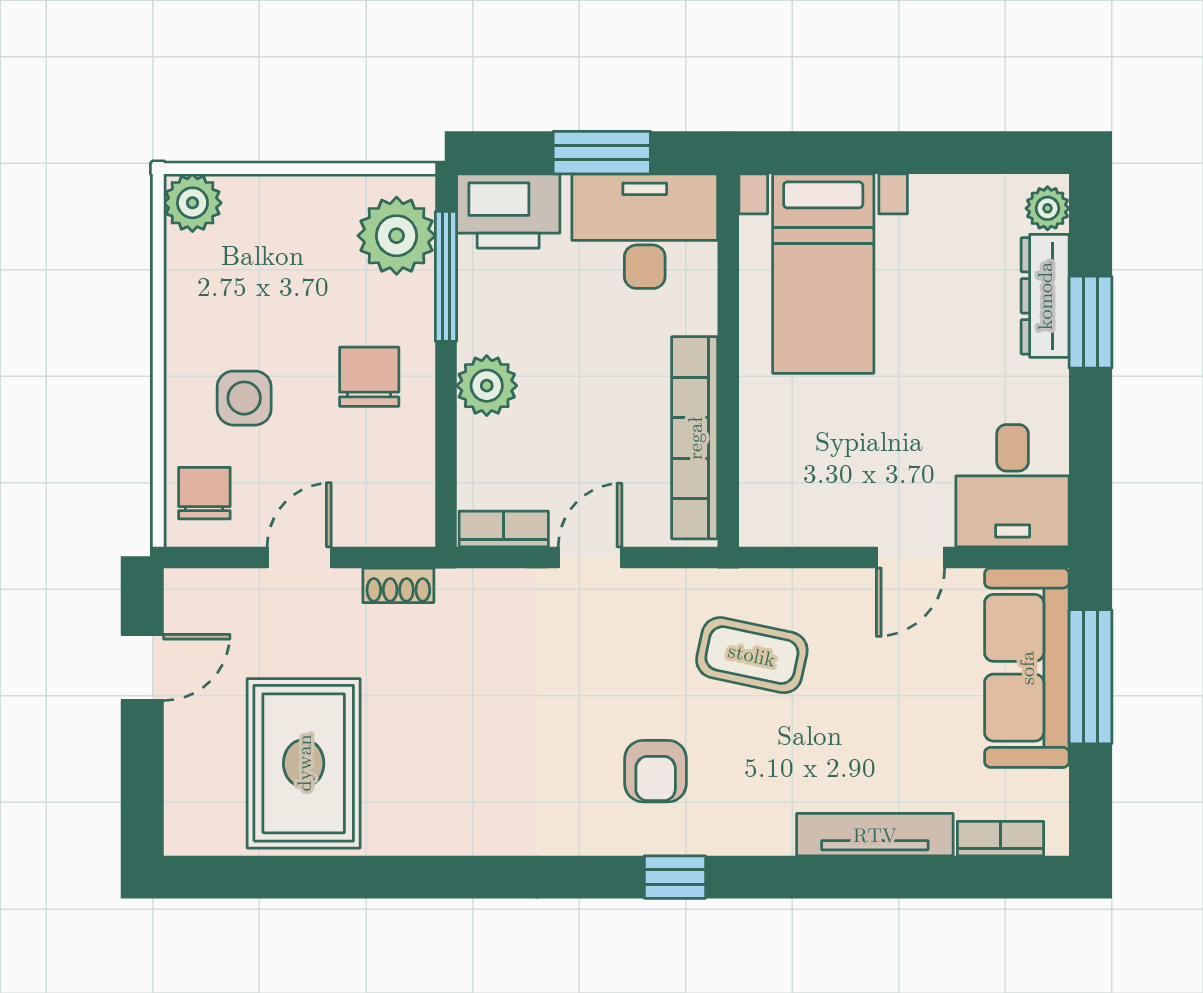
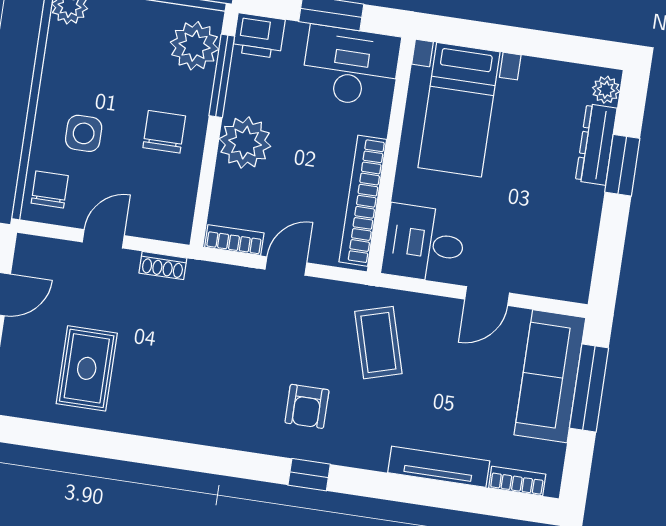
printer: (508, 211) -> (259, 36), width x0.73, depth x0.84
plant: (487, 386) -> (245, 143), width x1.36, depth x1.36
desk: (1013, 486) -> (424, 243), moved, turned 90
coffee table: (752, 655) -> (378, 343), turned 62
rug: (304, 763) -> (87, 368), width x0.73, depth x0.70

